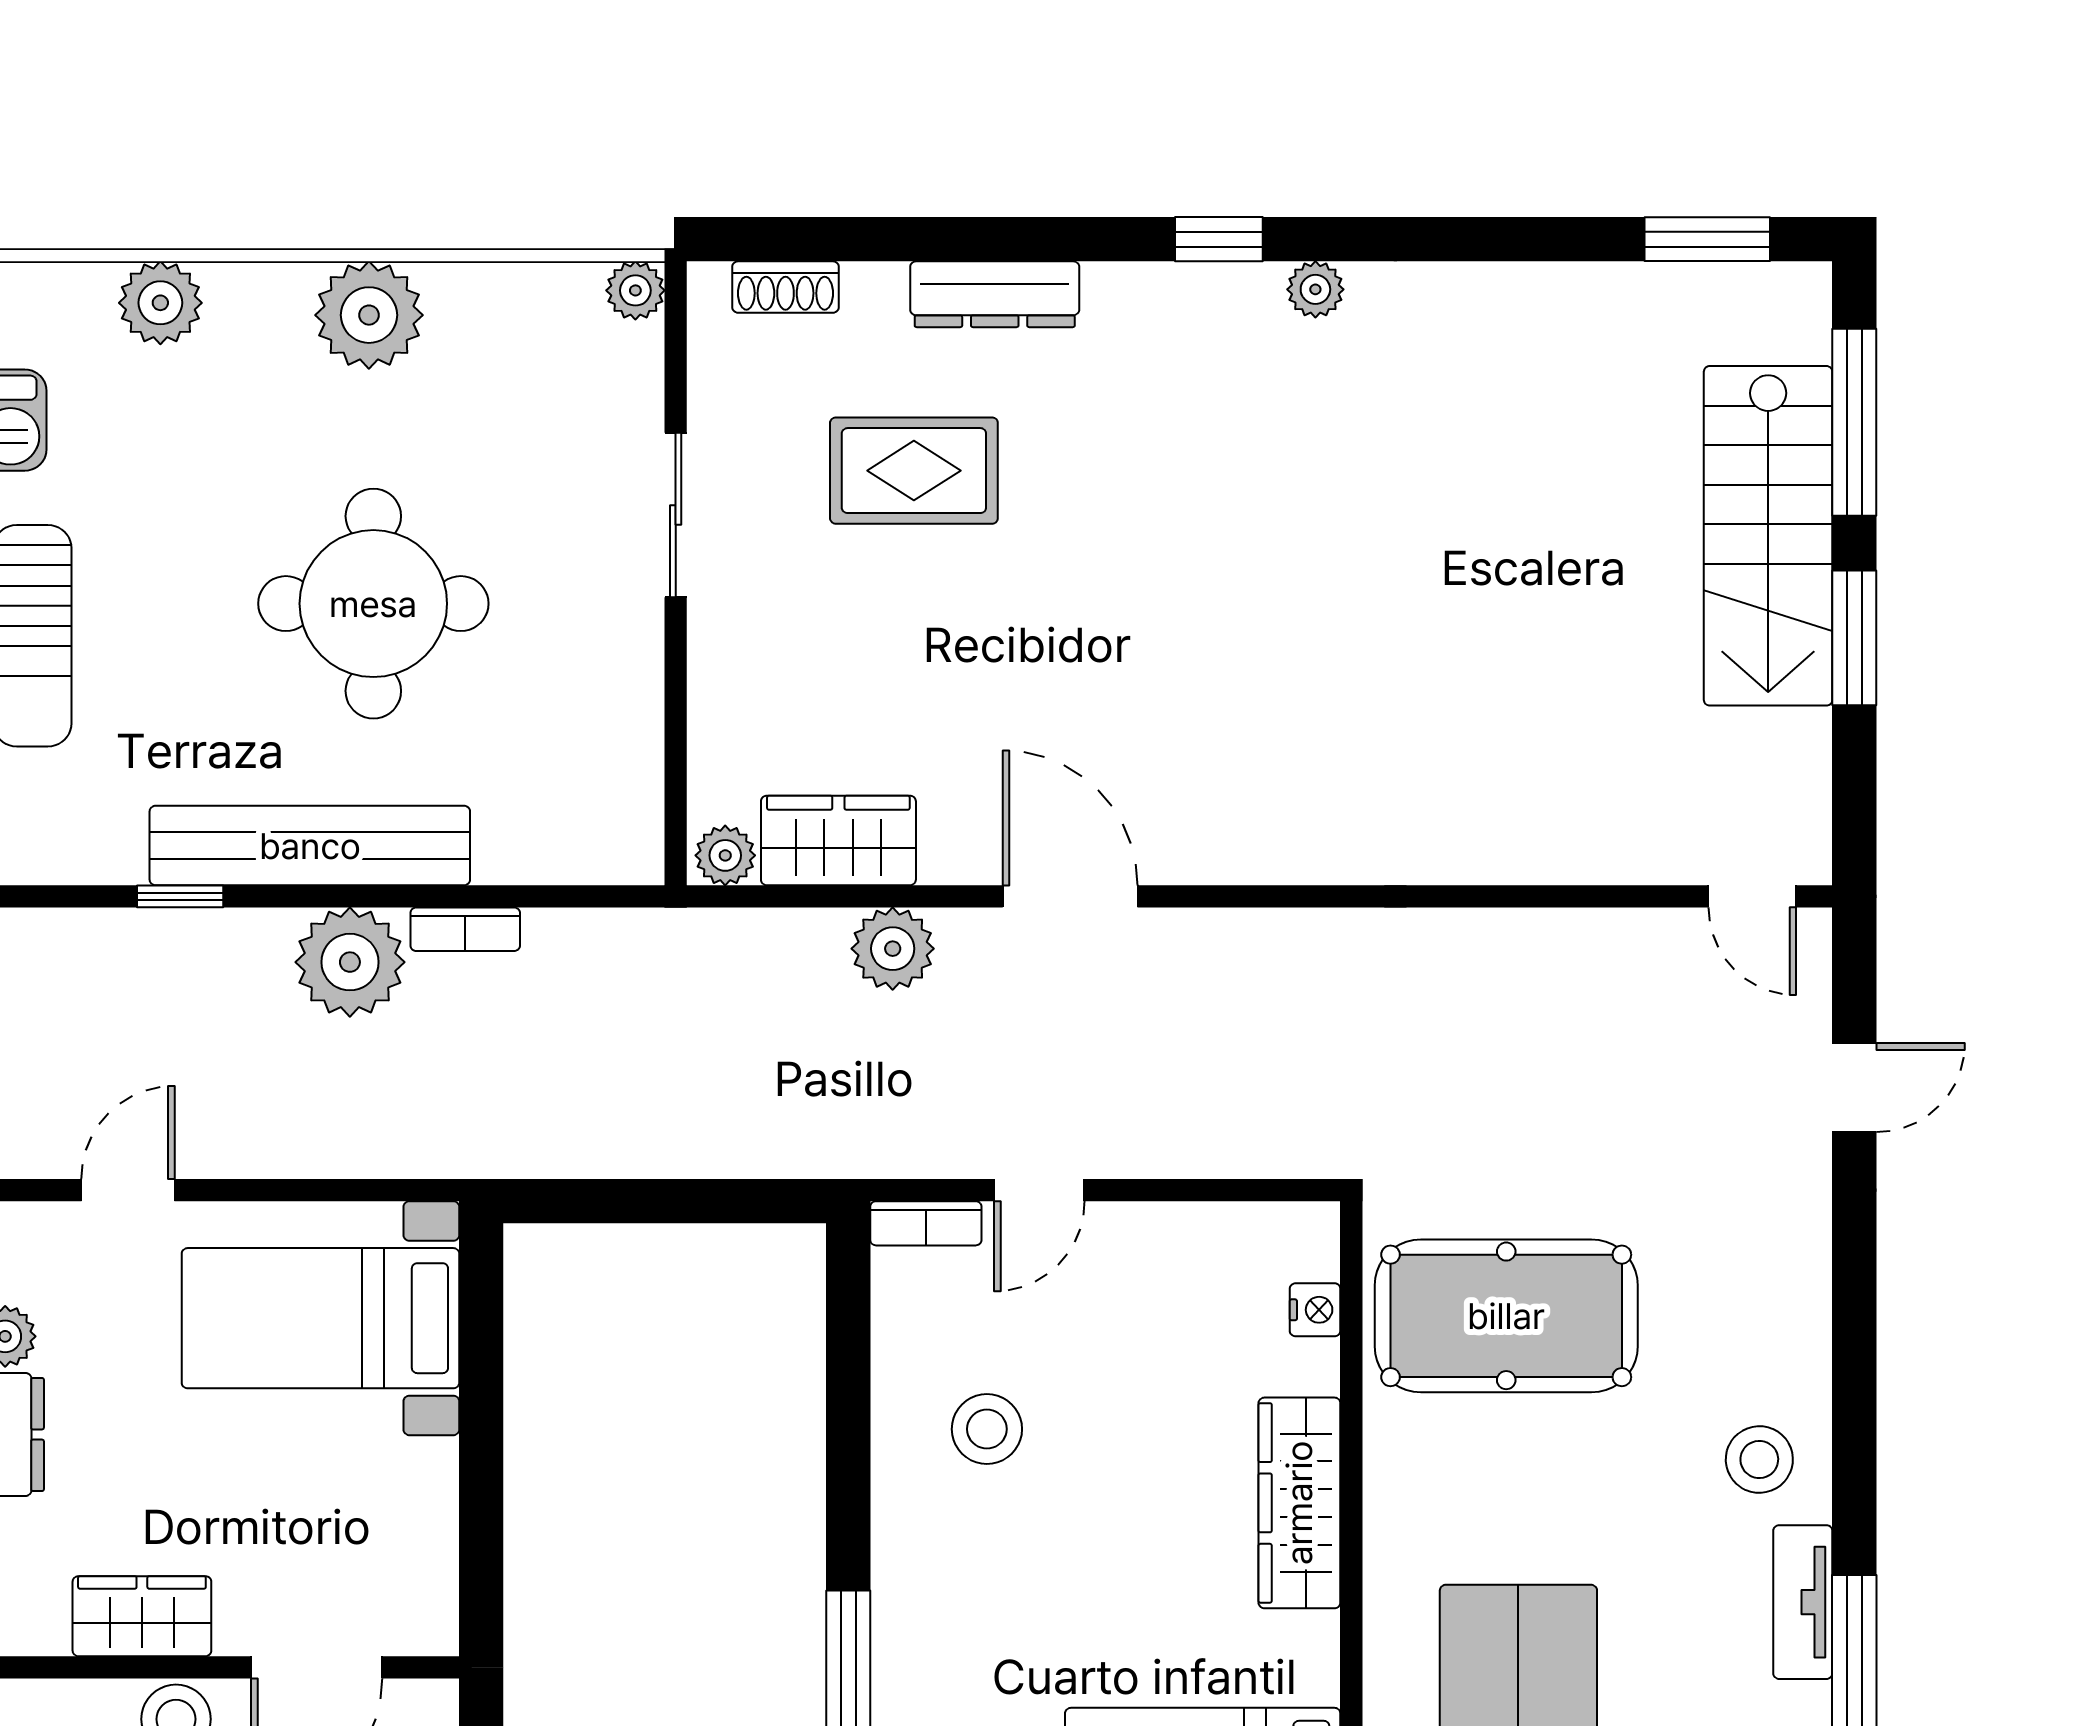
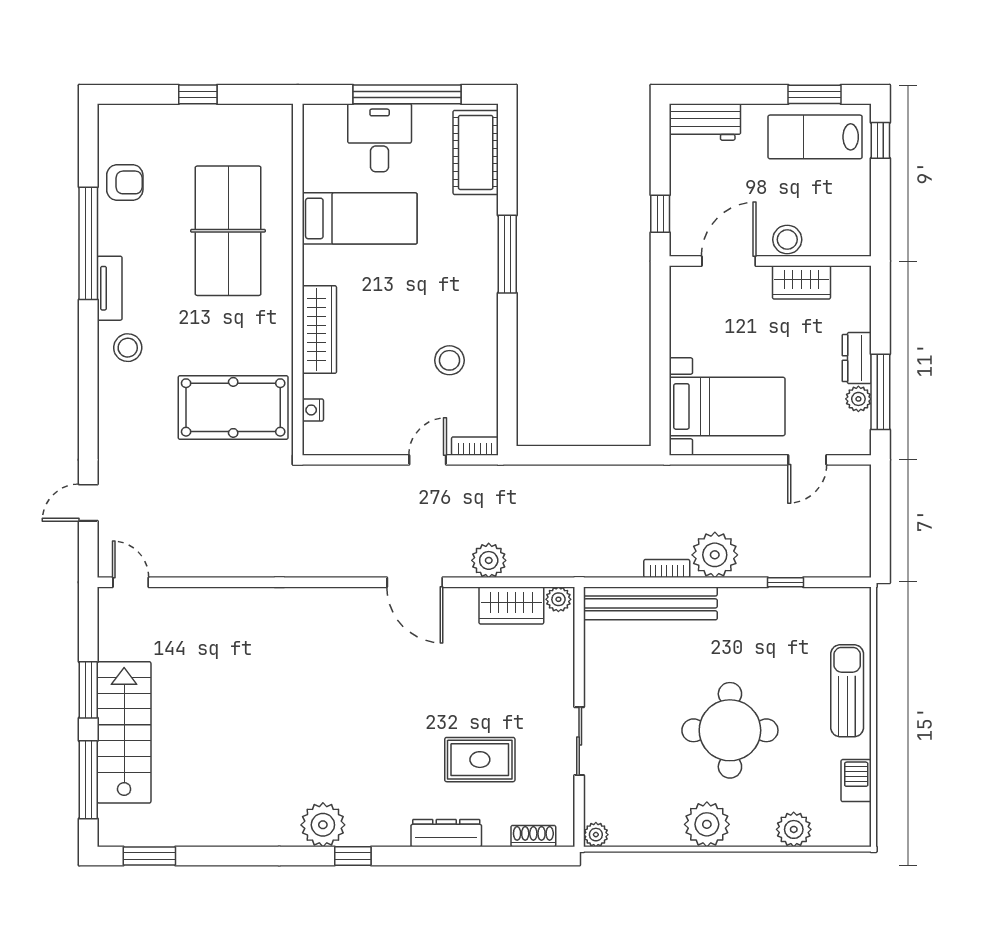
plant: (1315, 289) -> (323, 825), width x1.88, depth x1.88
round table: (373, 604) -> (730, 730), moved
bench: (310, 846) -> (650, 603), moved

